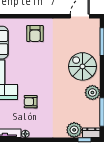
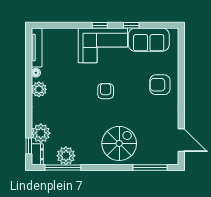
plant: (92, 93) -> (66, 156), moved
armchair: (31, 102) -> (106, 91), moved
plant: (39, 131) -> (39, 89), added

